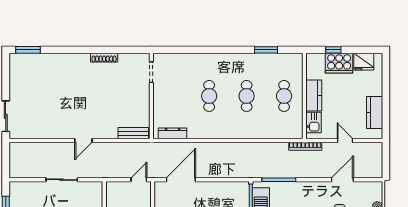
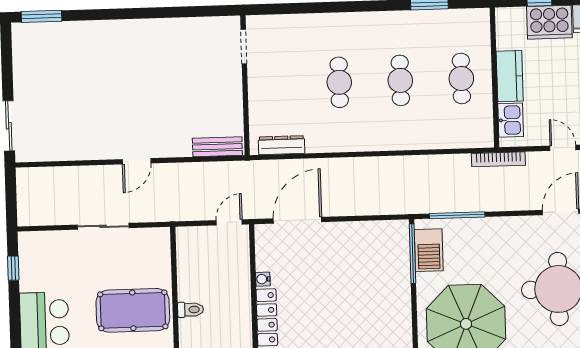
shoe rack: (104, 58) -> (166, 25), removed

